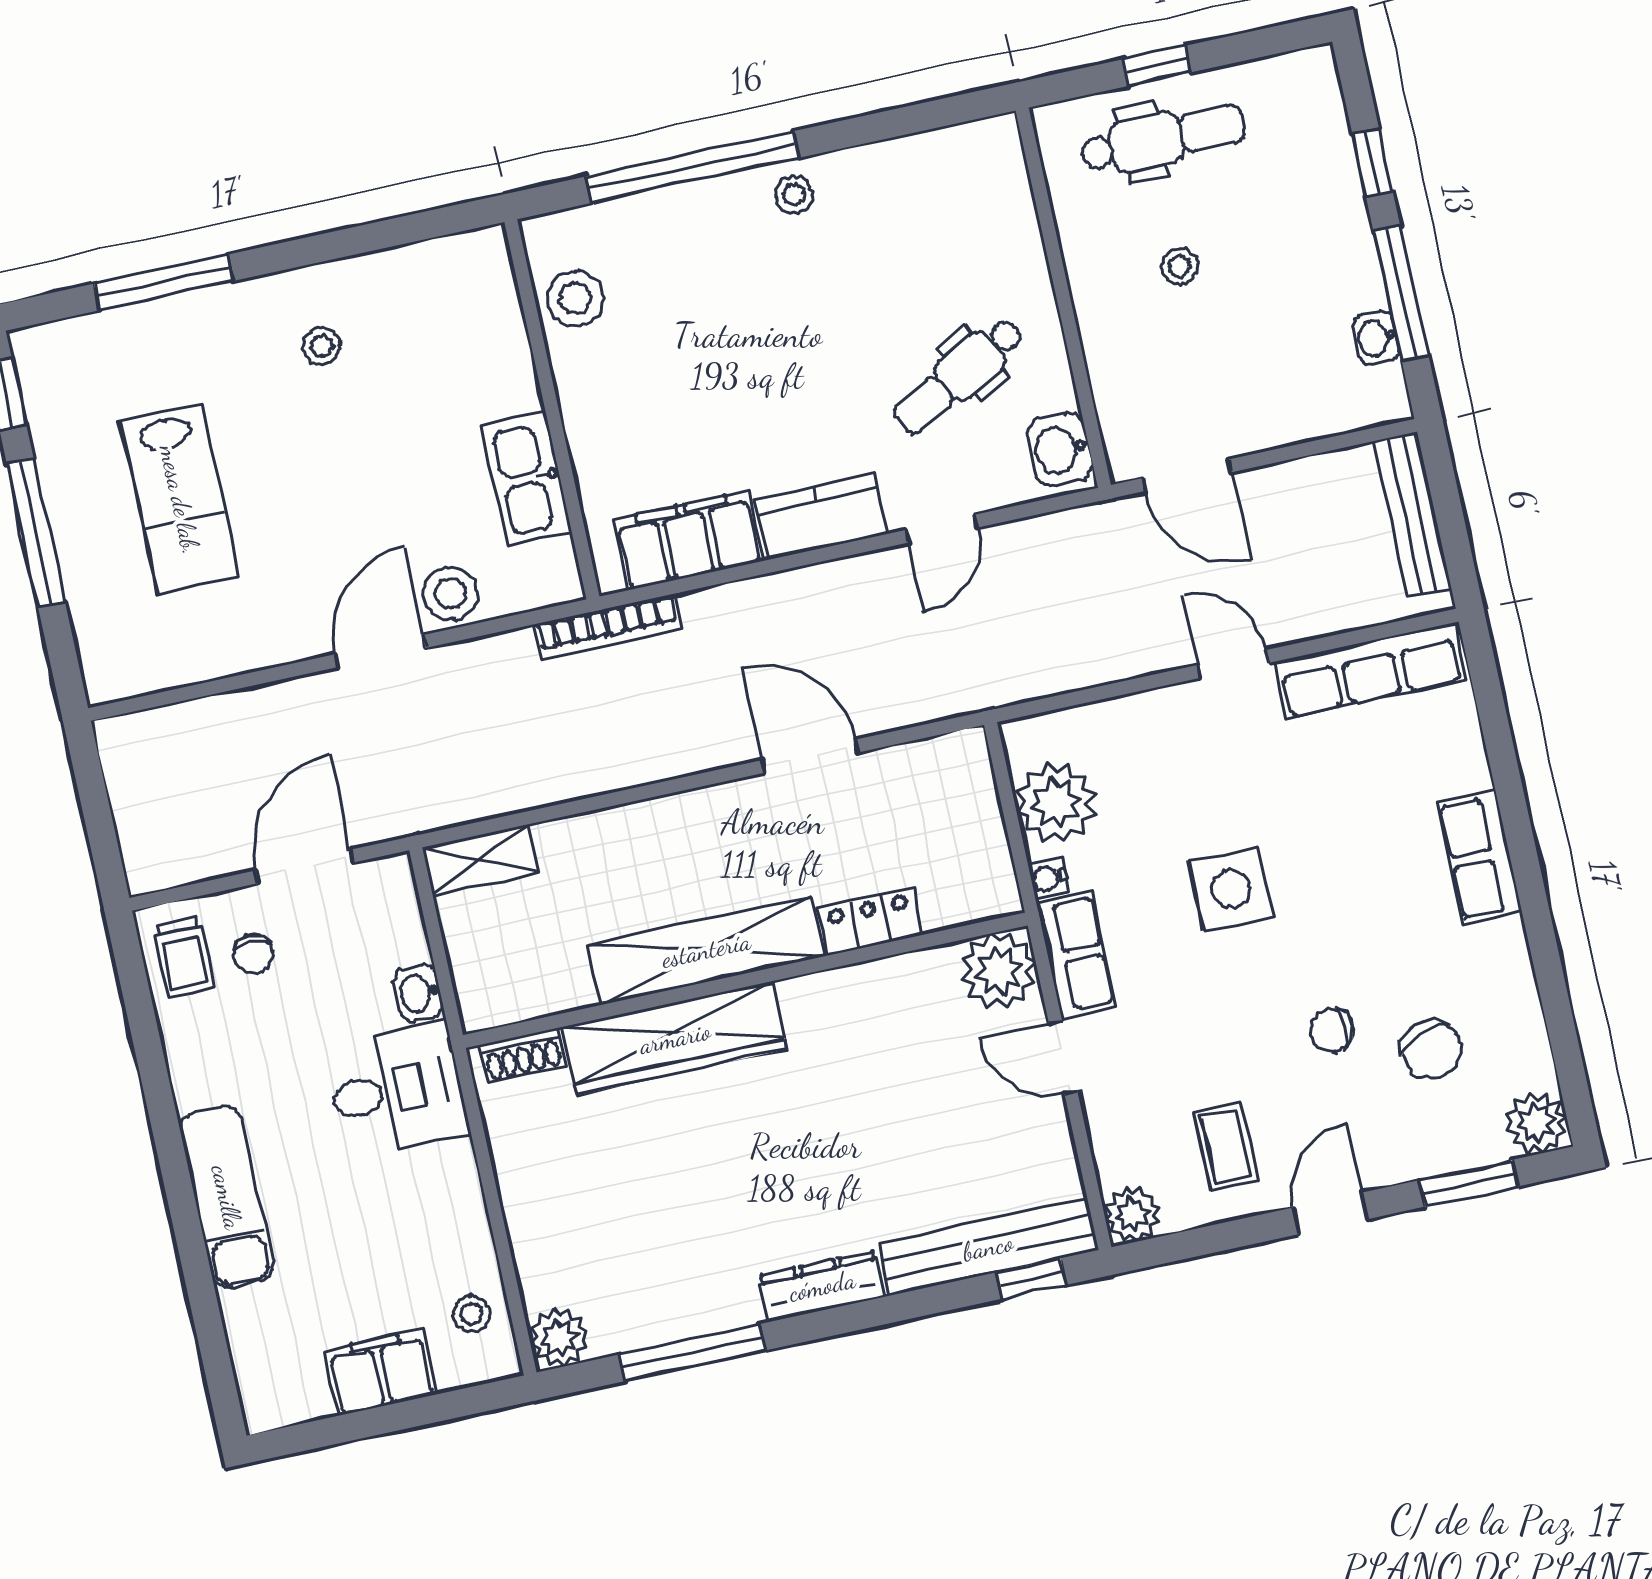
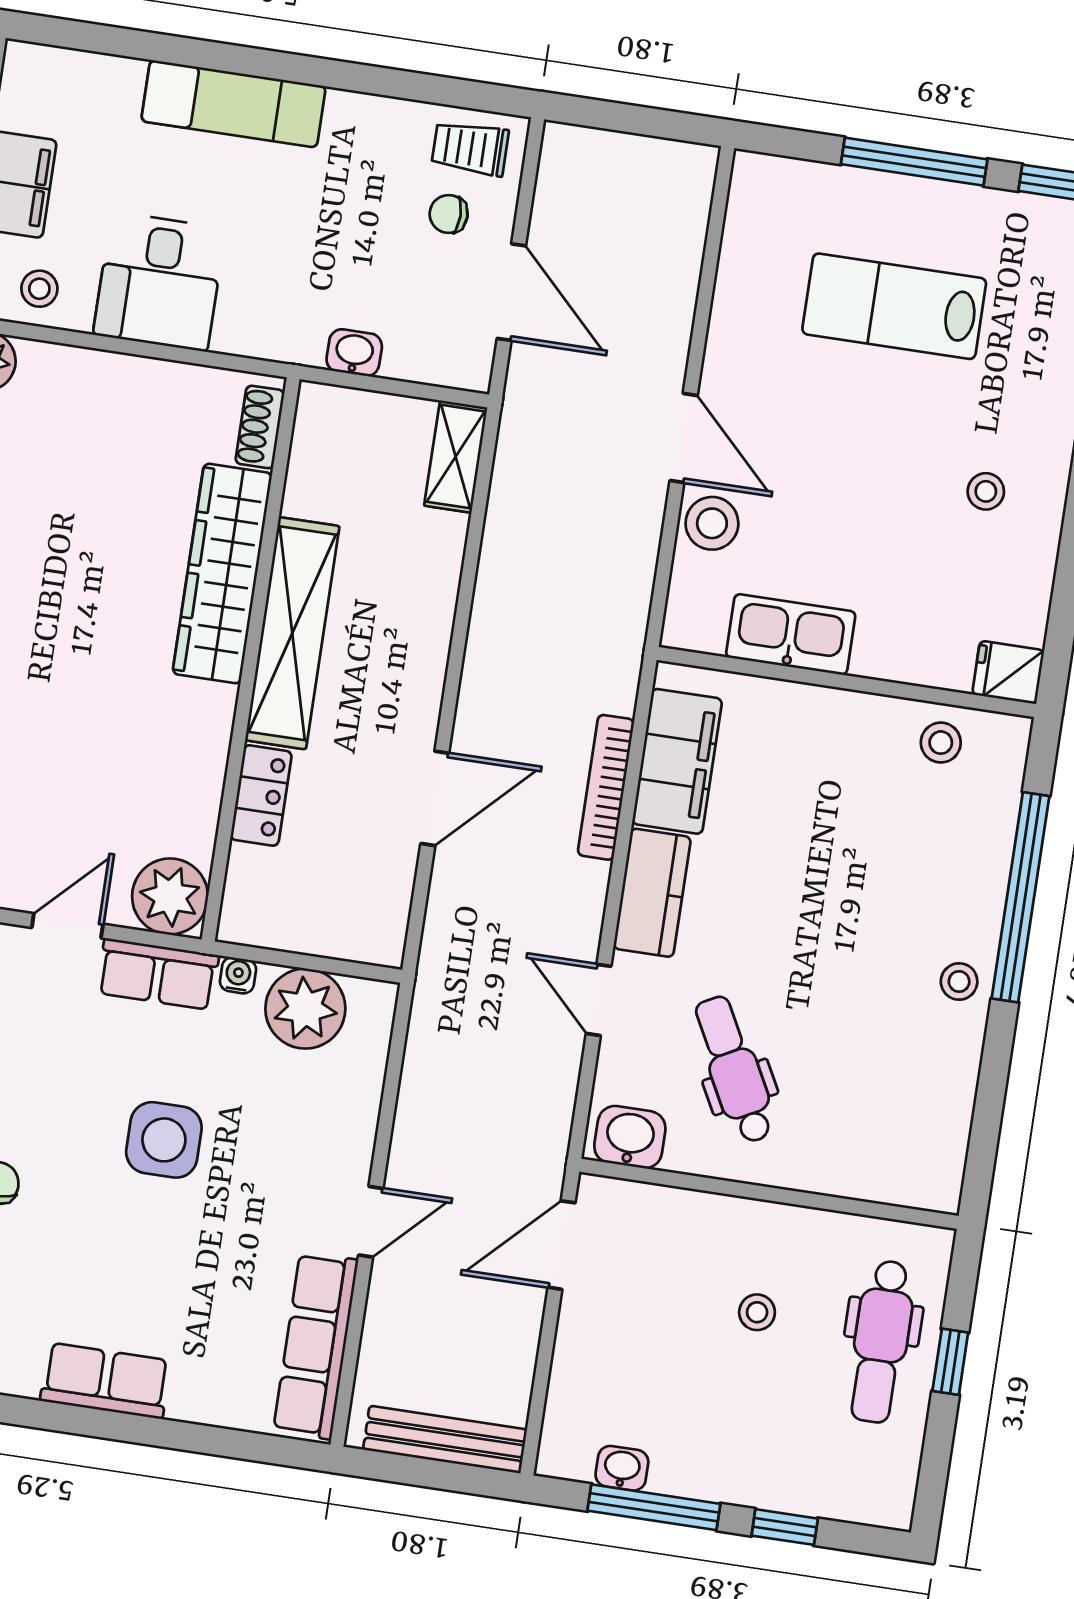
fridge: (484, 260) -> (1008, 672), added
stool: (575, 298) -> (941, 743), width x0.73, depth x0.73
bookcase: (607, 627) -> (606, 787), moved
desk: (397, 1090) -> (159, 282), moved

